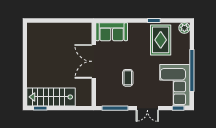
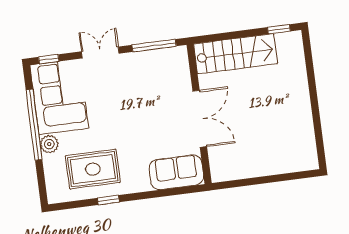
plant: (184, 28) -> (49, 144), moved
rug: (161, 40) -> (93, 169), turned 90
coffee table: (128, 78) -> (139, 99), removed
stairs: (51, 97) -> (236, 54), moved

